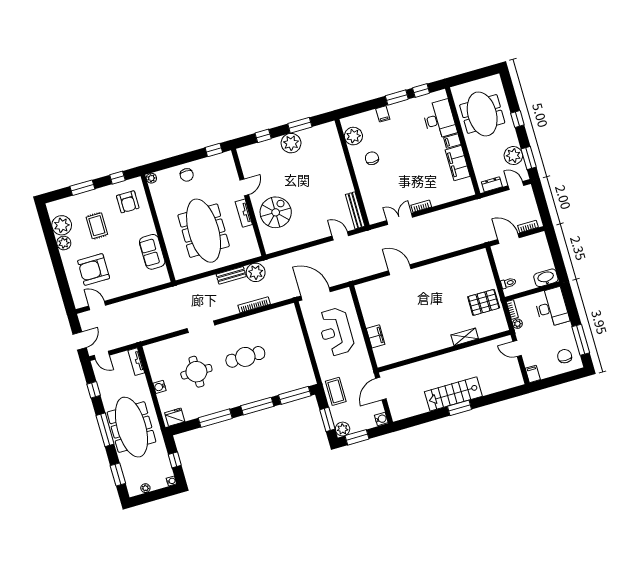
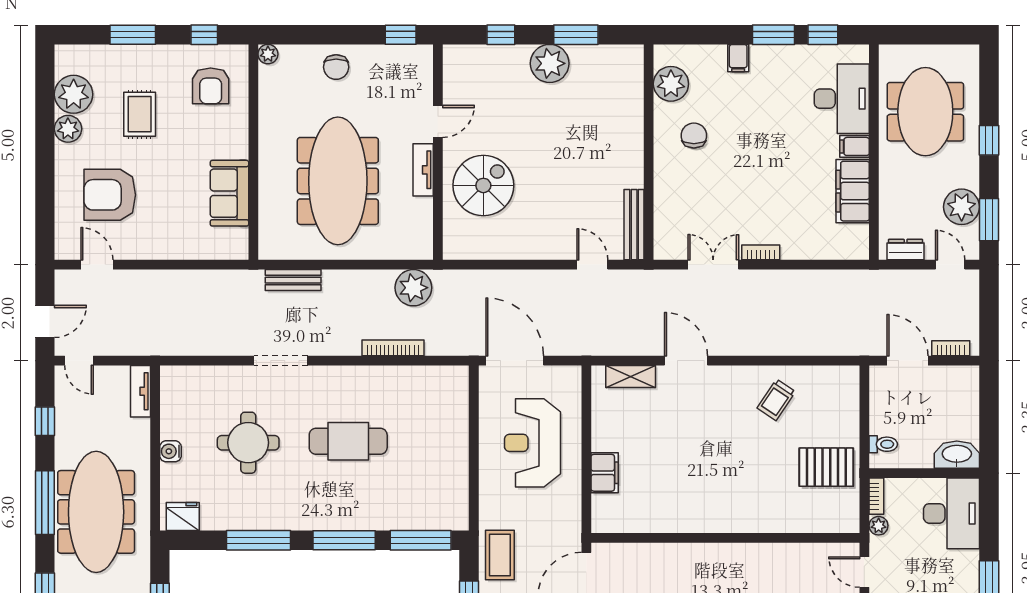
bench: (231, 275) -> (293, 280), moved
trolley: (450, 276) -> (776, 400), added
shelving: (465, 337) -> (631, 376), moved

